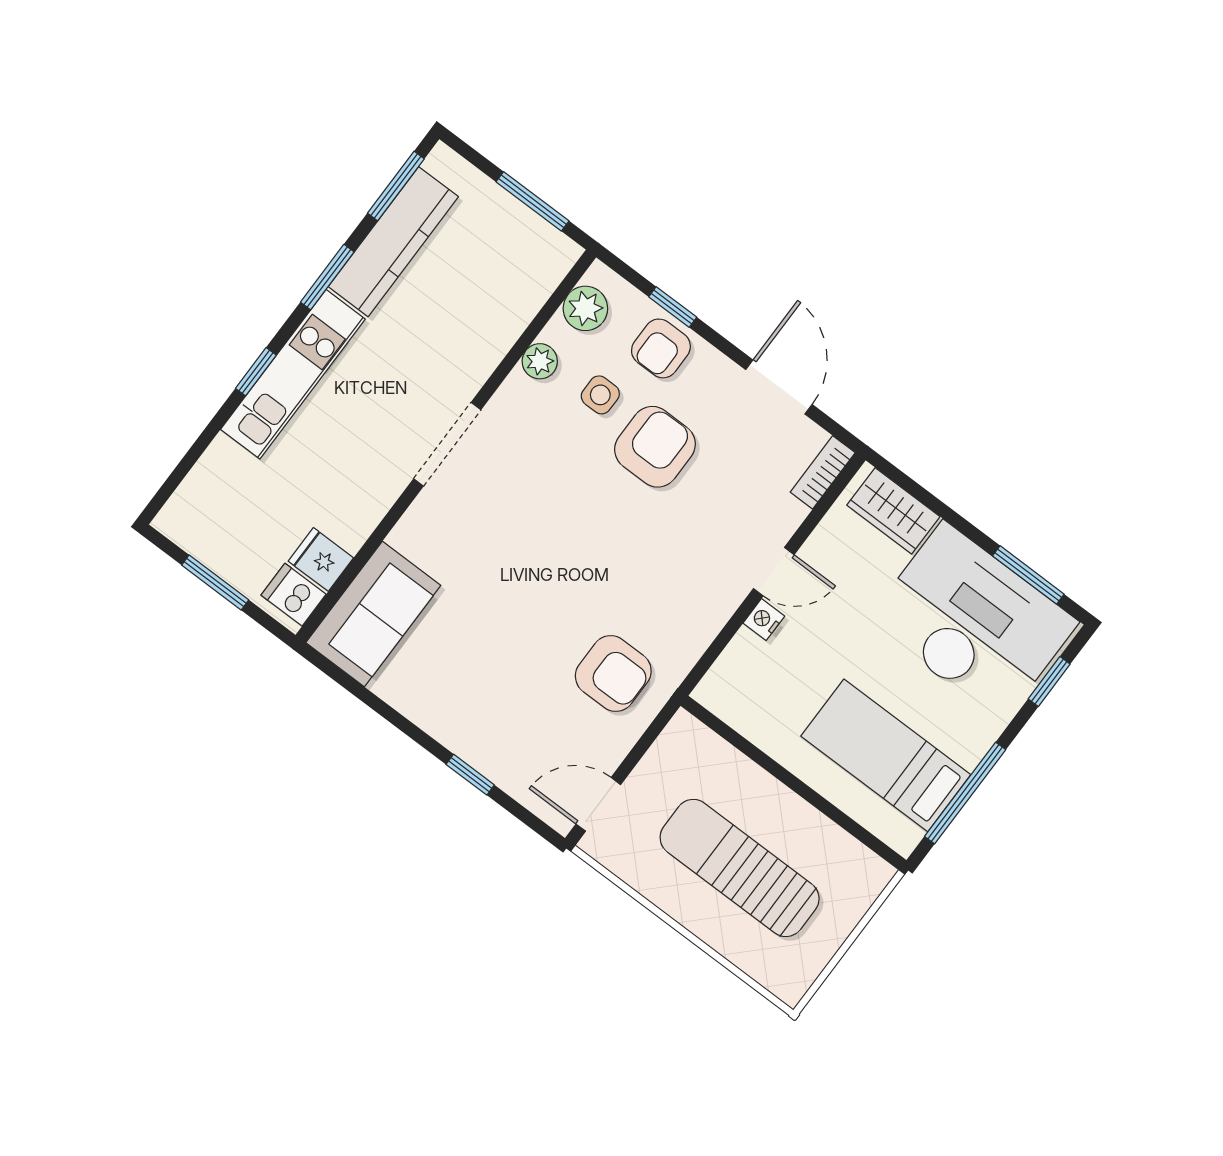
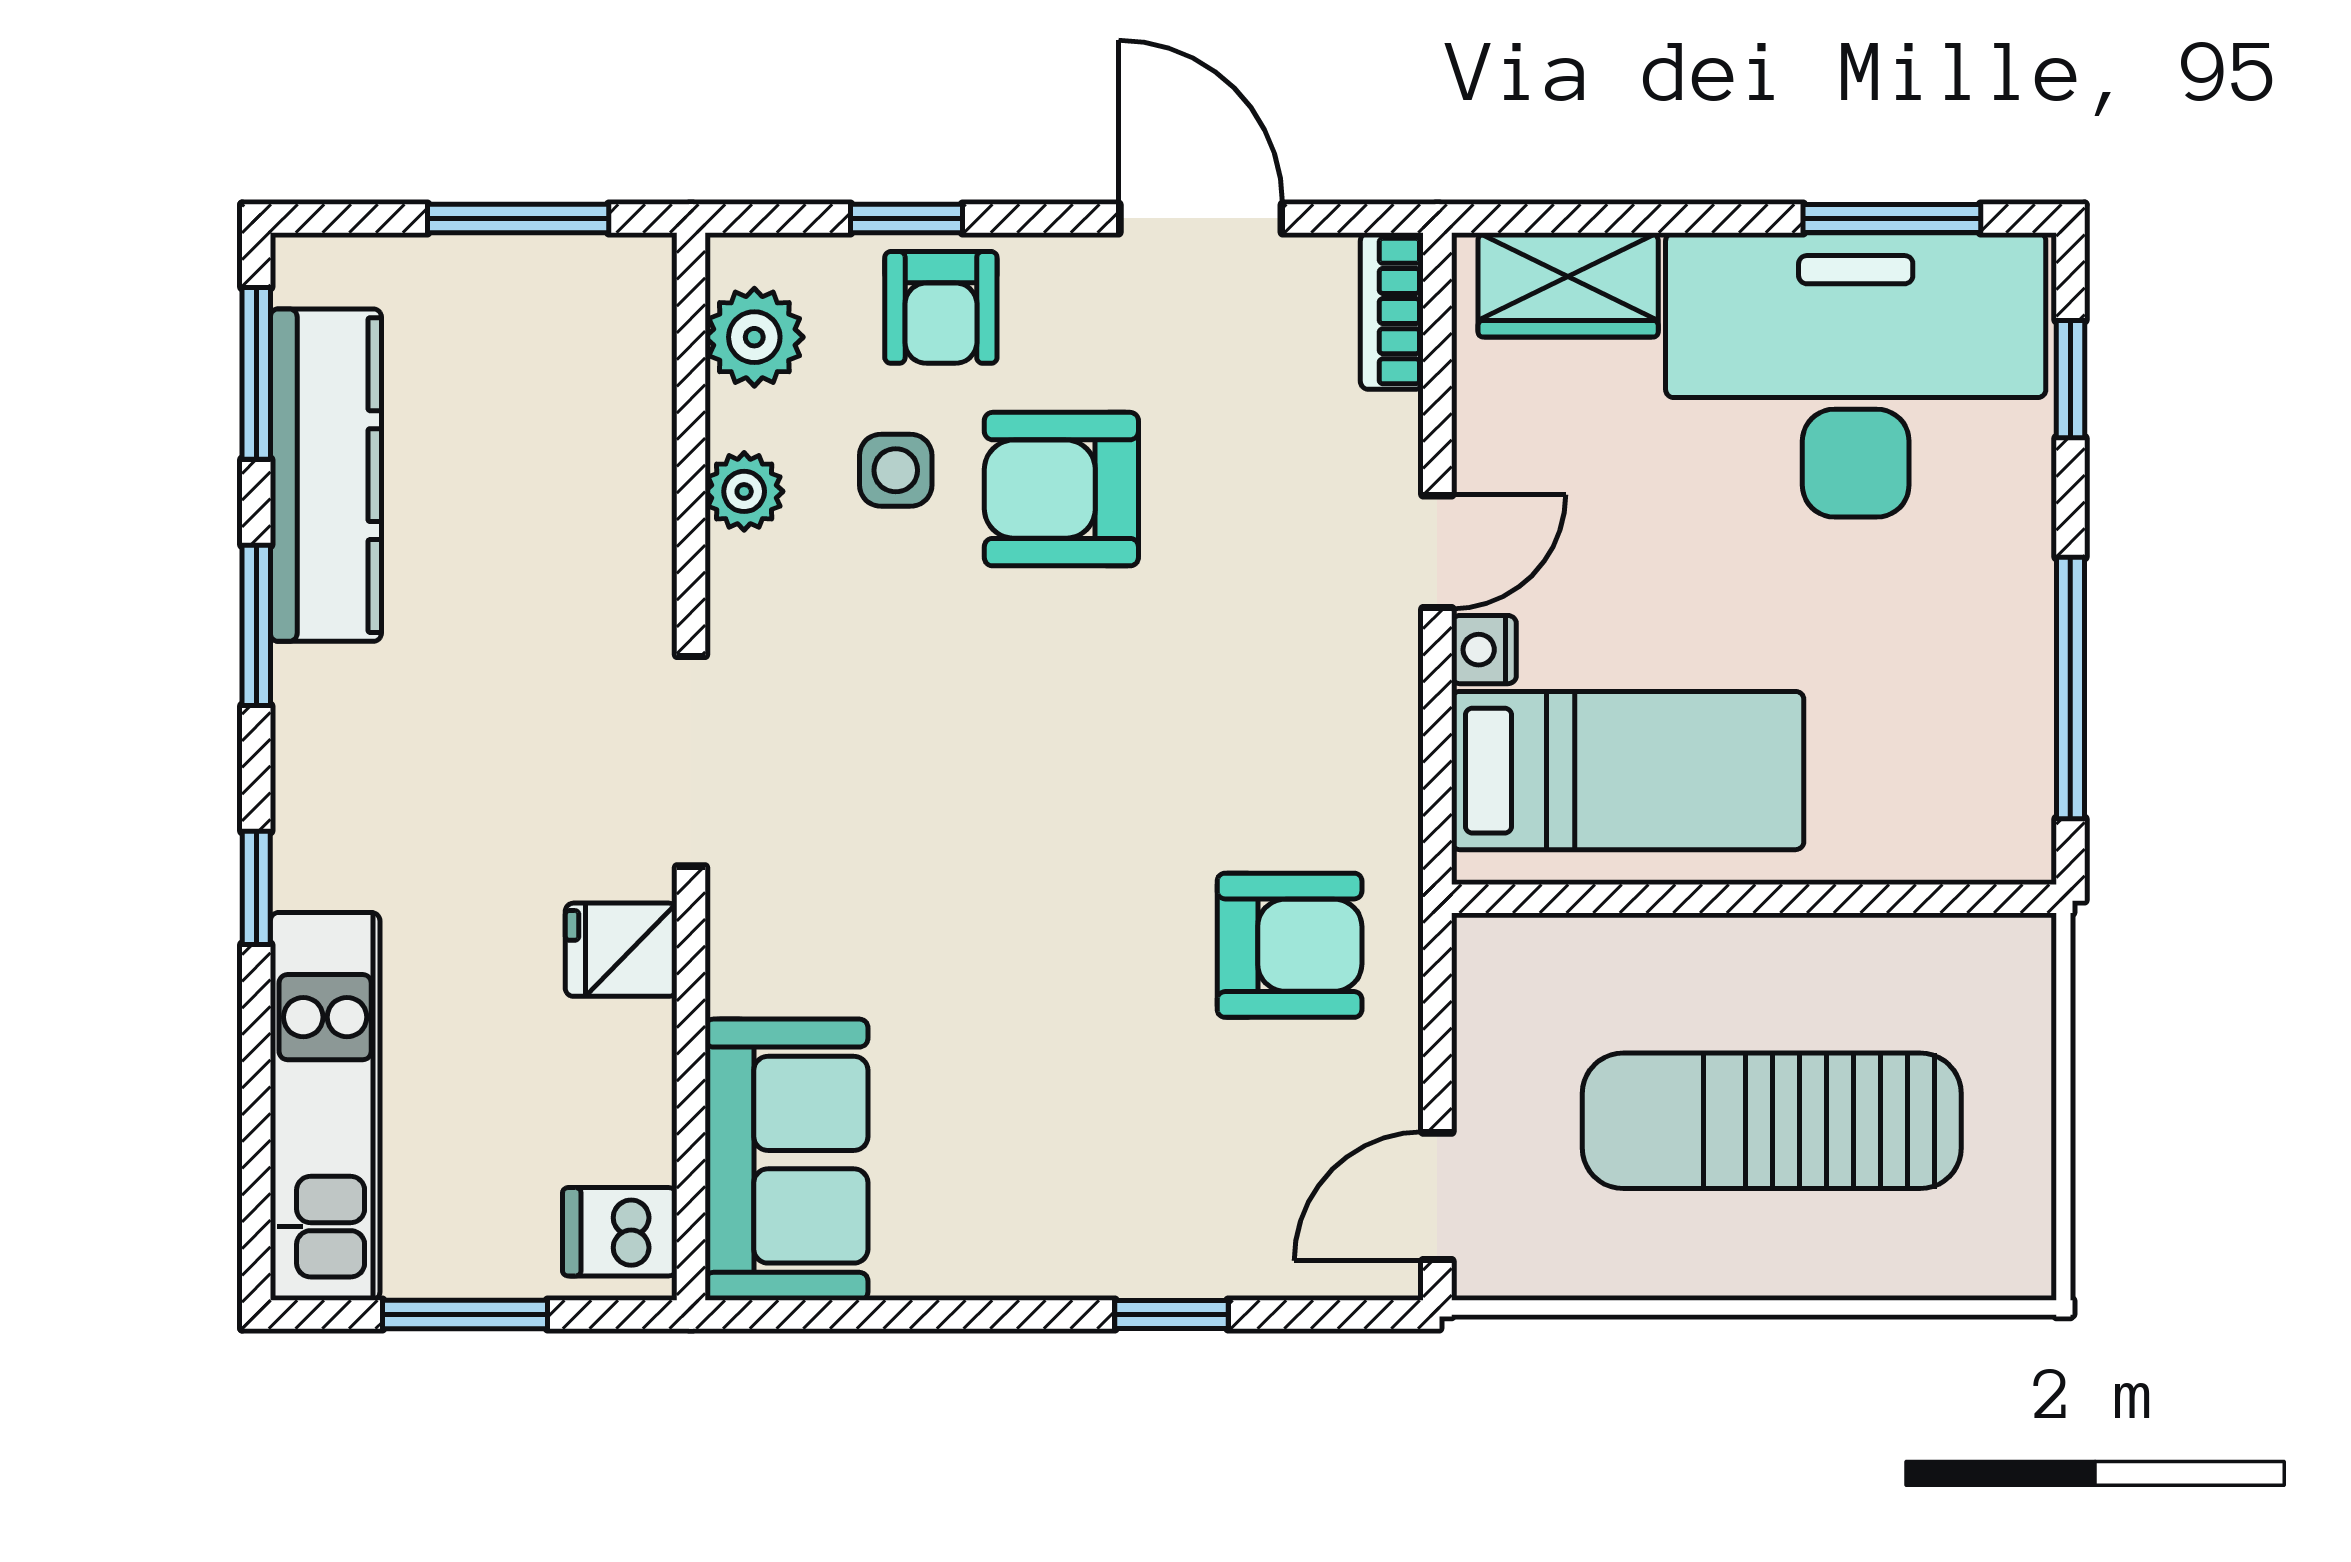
kitchen unit: (293, 374) -> (325, 1106), moved
armchair: (655, 447) -> (1061, 489), turned -90
fridge: (321, 559) -> (621, 950), moved
bed: (886, 755) -> (1628, 771), moved, turned 180

